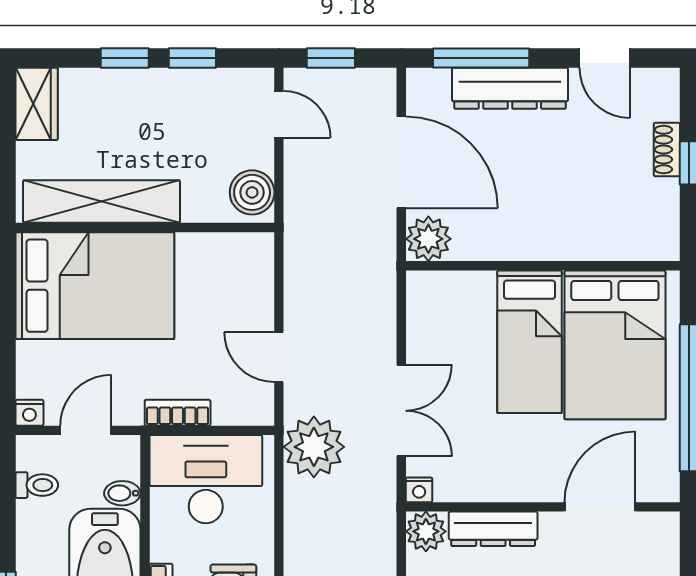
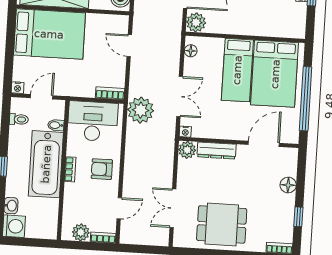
floor lamp: (420, 304) -> (191, 51), added
door: (279, 357) -> (129, 46), moved
bookcase: (178, 413) -> (110, 93), moved

